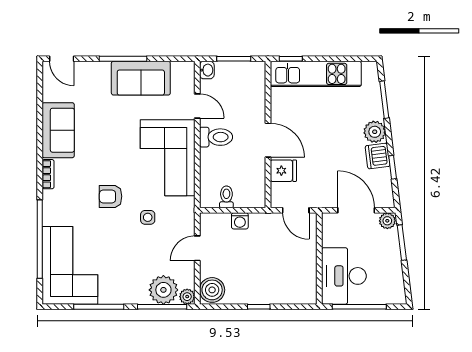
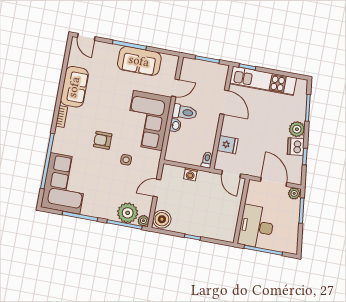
washbasin: (207, 70) -> (175, 125), moved
door: (197, 106) -> (175, 88), hinge flipped
door: (268, 140) -> (224, 102), moved
toilet: (226, 197) -> (207, 160), moved

